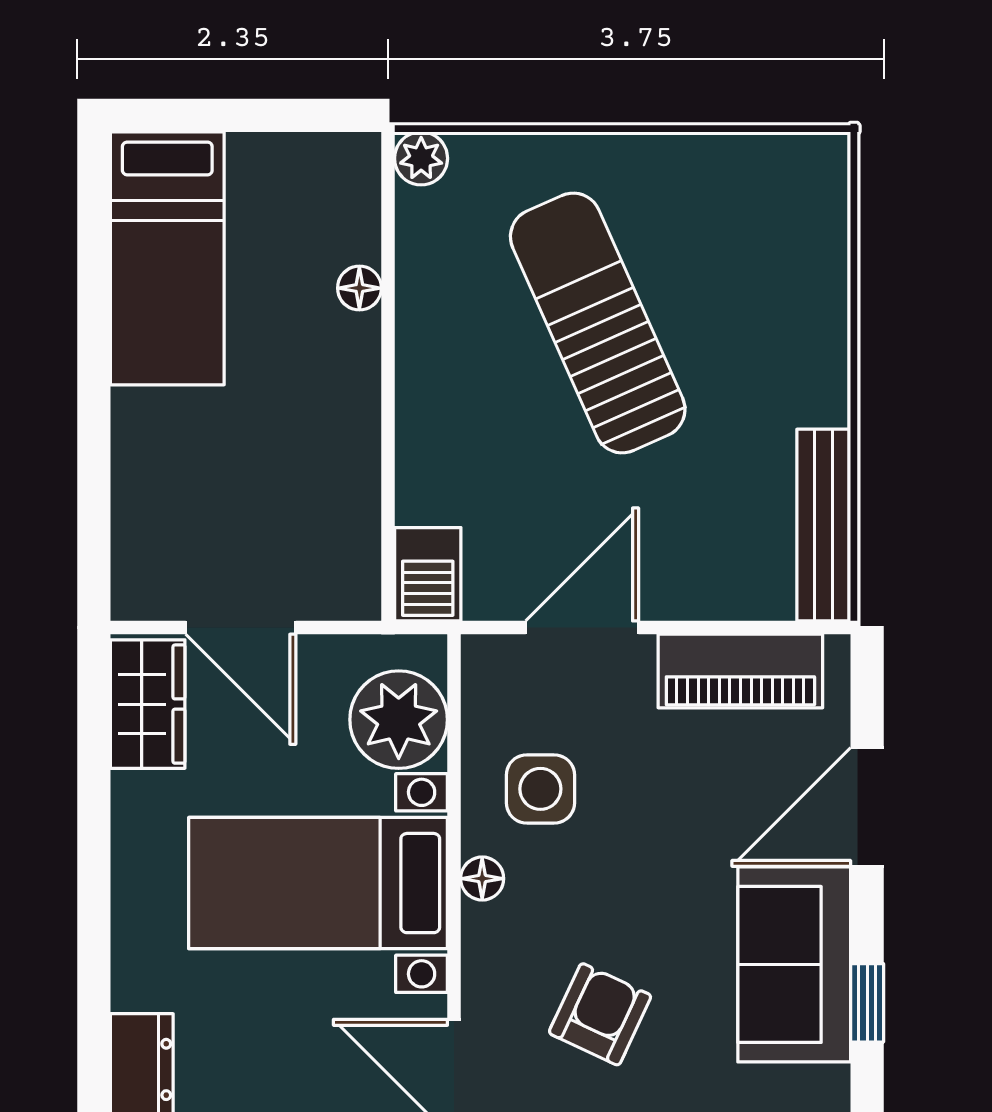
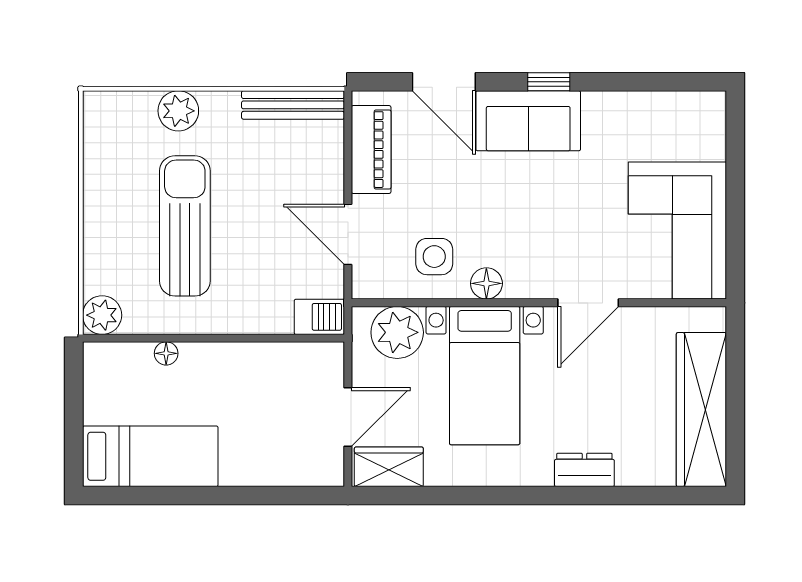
plant: (421, 158) -> (102, 315), width x1.38, depth x1.38
plant: (813, 311) -> (178, 111), added
sun lounger: (598, 323) -> (185, 226), turned 114
floor lamp: (482, 879) -> (486, 283), width x1.37, depth x1.37
armchair: (600, 1014) -> (555, 225), removed

